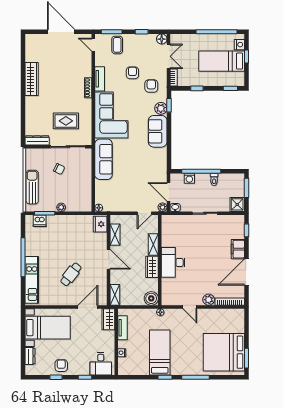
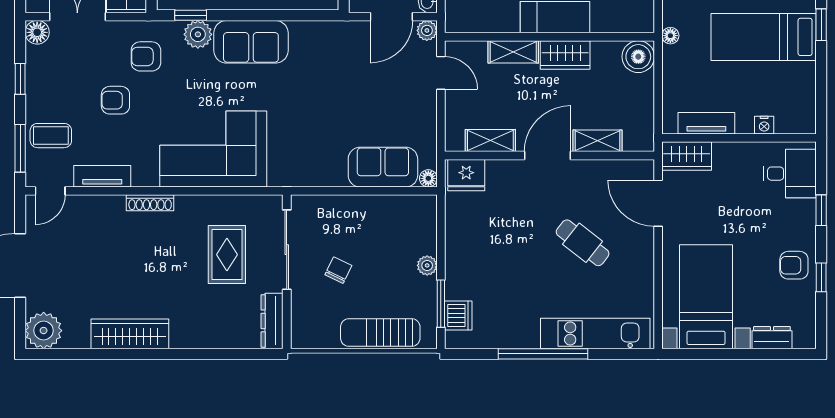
plant: (33, 42) -> (44, 331), added
tv unit: (100, 79) -> (102, 176), moved
sofa: (104, 159) -> (383, 167), moved, width x0.73
shelving: (115, 295) -> (598, 141), moved

